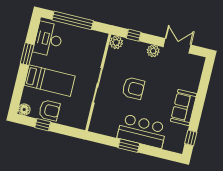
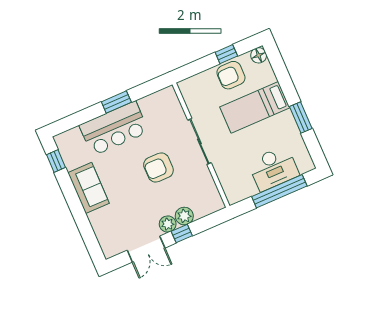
window: (134, 35) -> (182, 234), moved
desk: (48, 39) -> (273, 168), moved, turned 90
plant: (116, 42) -> (184, 216), moved

